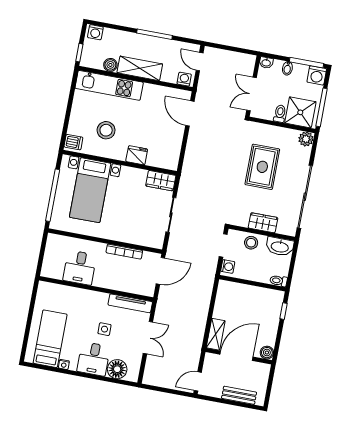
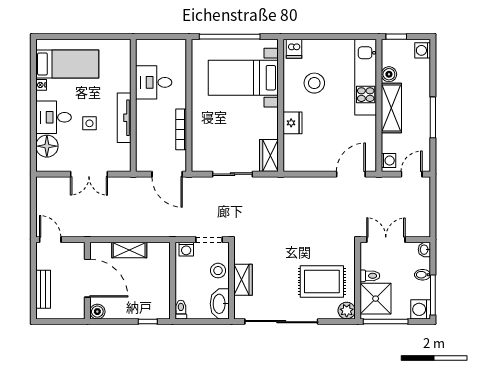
rug: (262, 167) -> (322, 282), moved
tv unit: (130, 303) -> (124, 118), moved
shelving: (216, 334) -> (129, 250), moved

